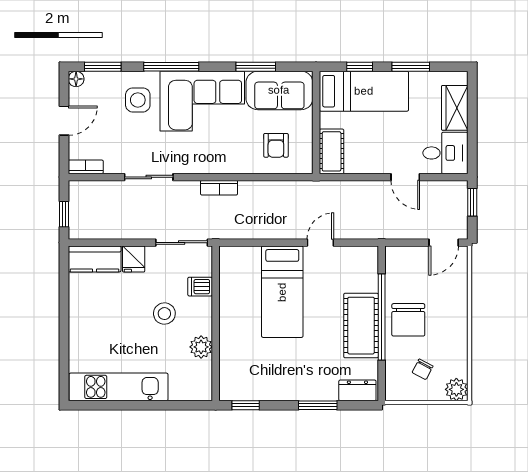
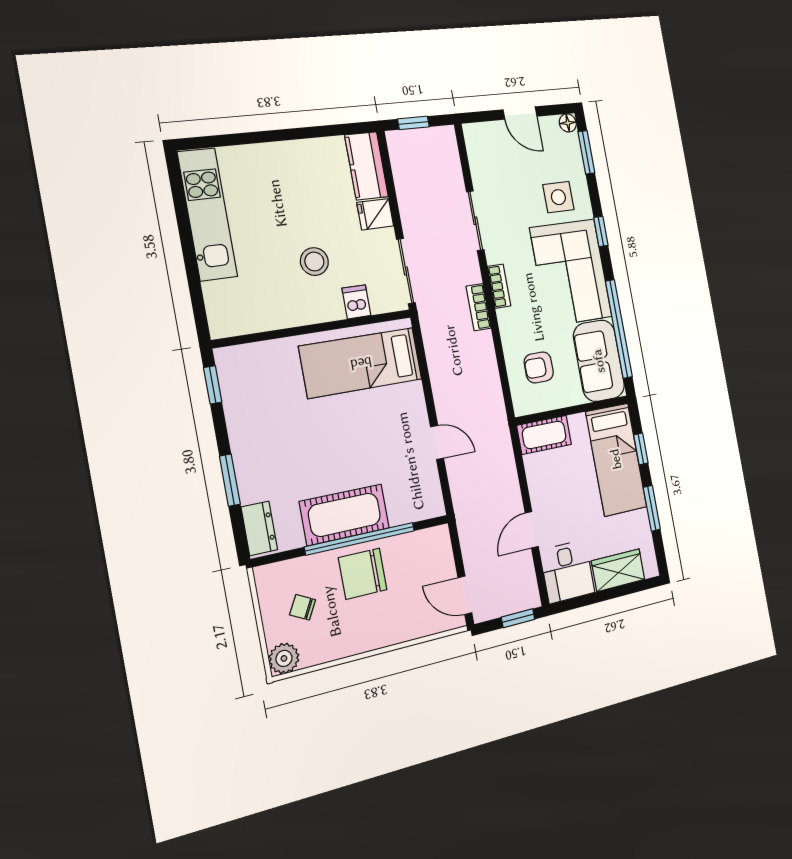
window: (171, 67) -> (601, 231), width x0.46
window: (256, 67) -> (619, 329), width x2.11
bookcase: (86, 167) -> (499, 286), moved
bed: (282, 292) -> (361, 363), moved
plant: (201, 347) -> (280, 314), removed

